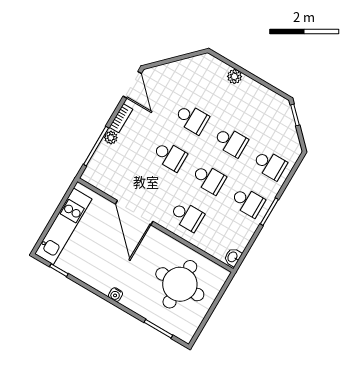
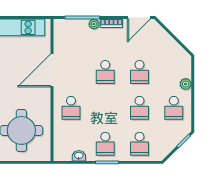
school desk: (209, 179) -> (174, 108), moved
washbasin: (233, 257) -> (79, 156), moved

